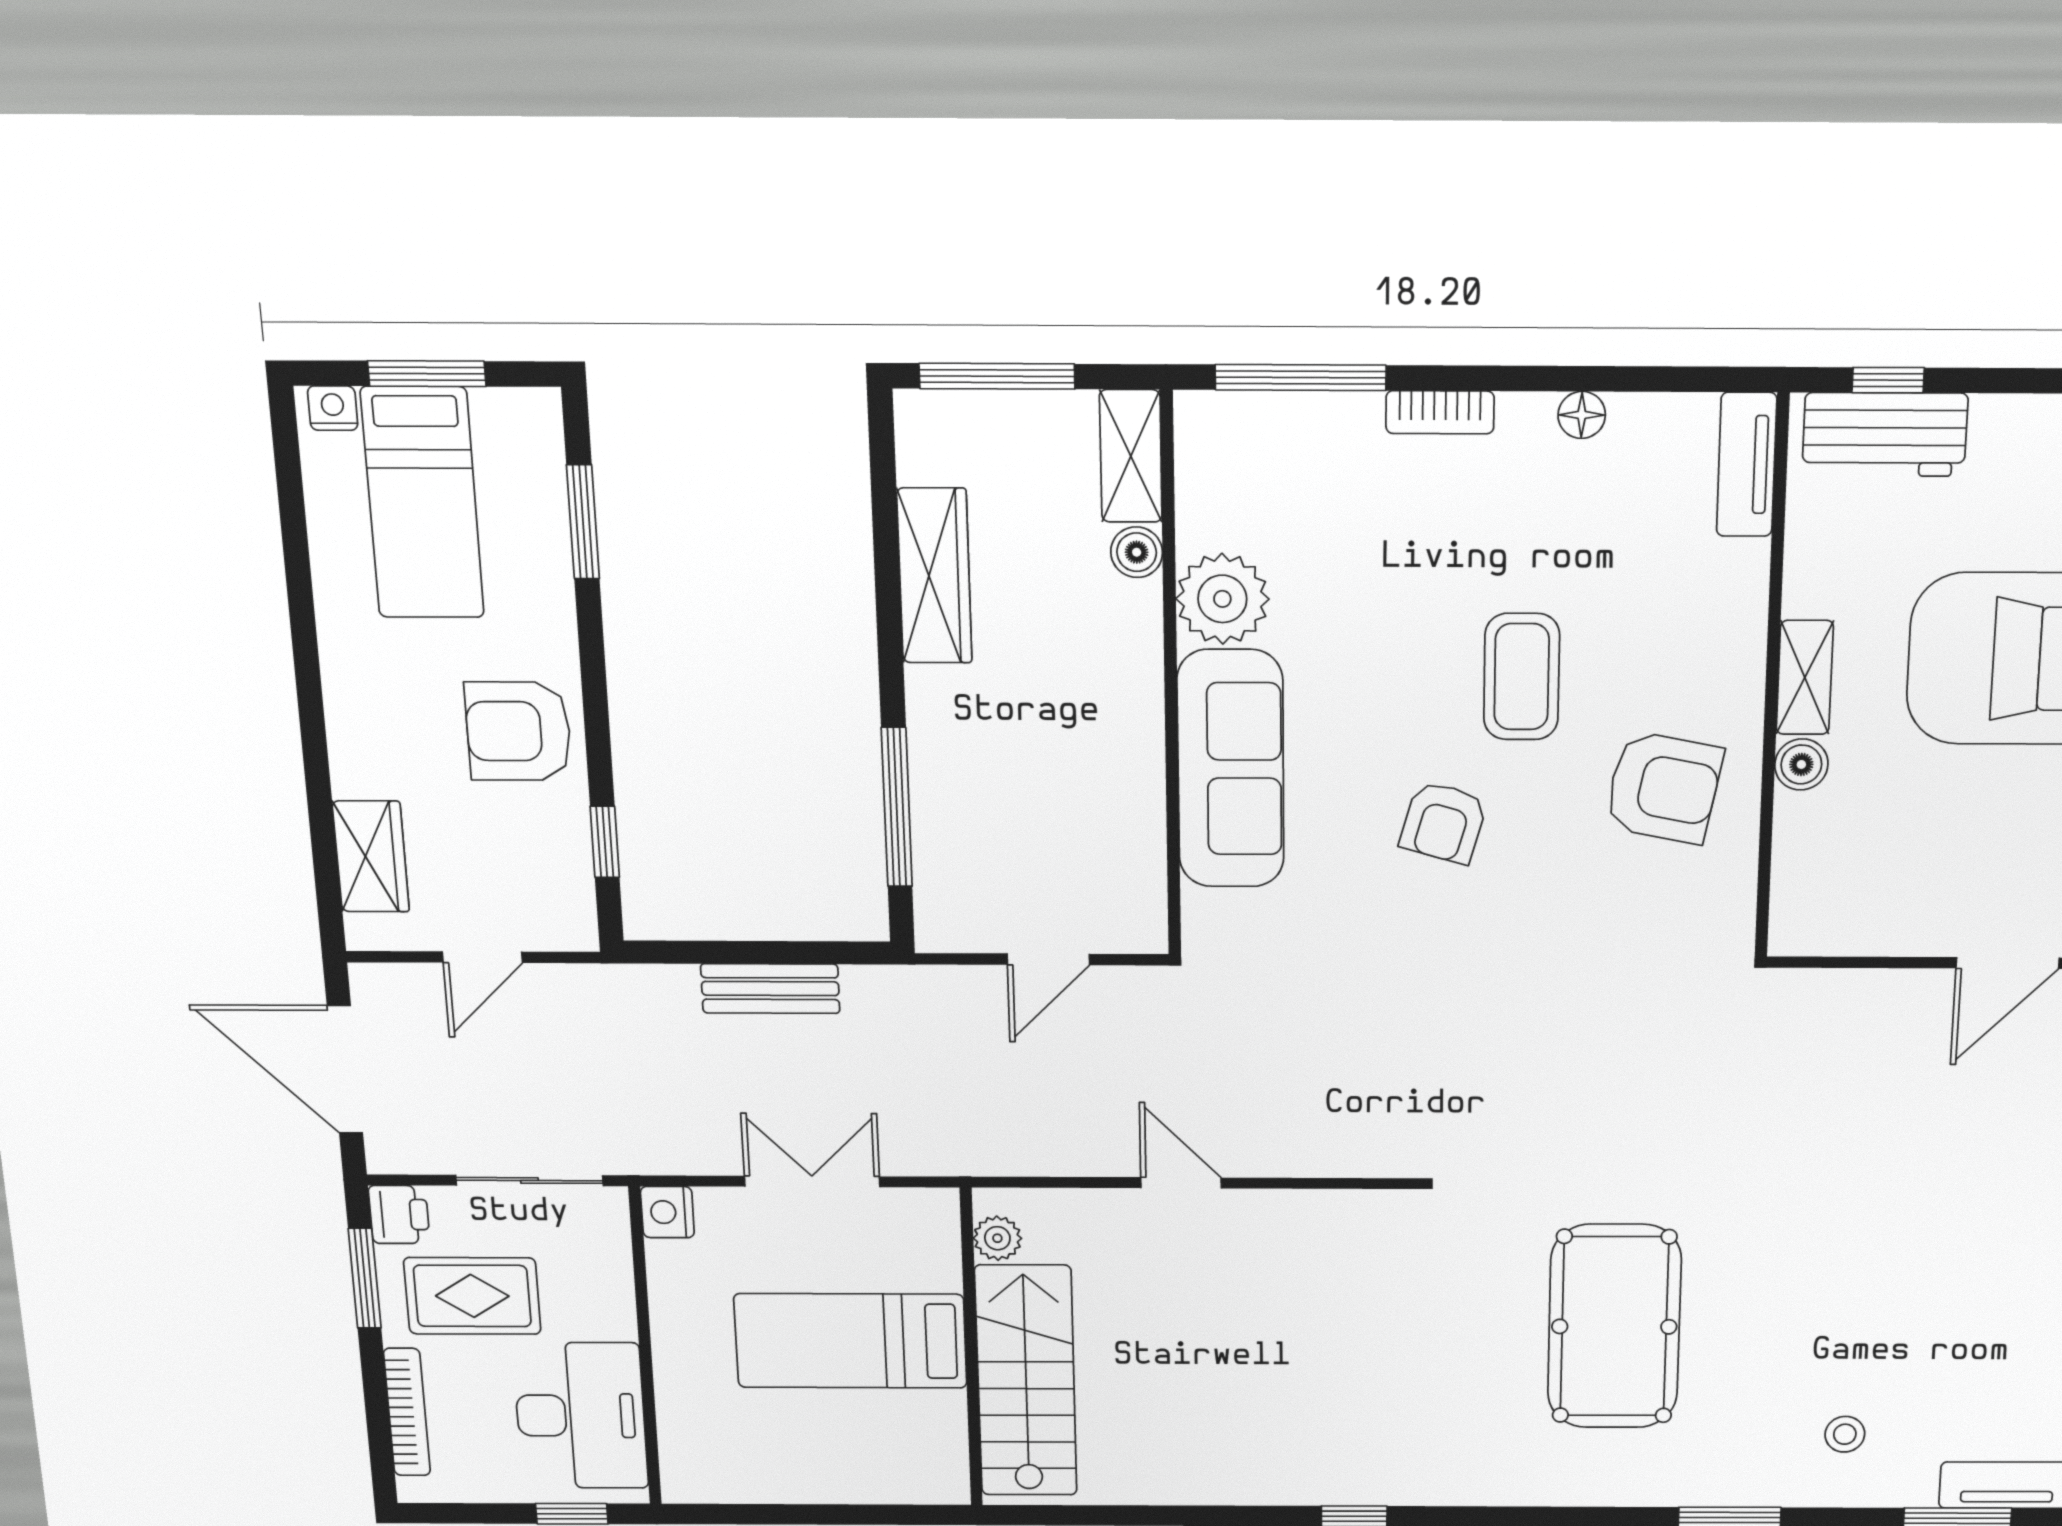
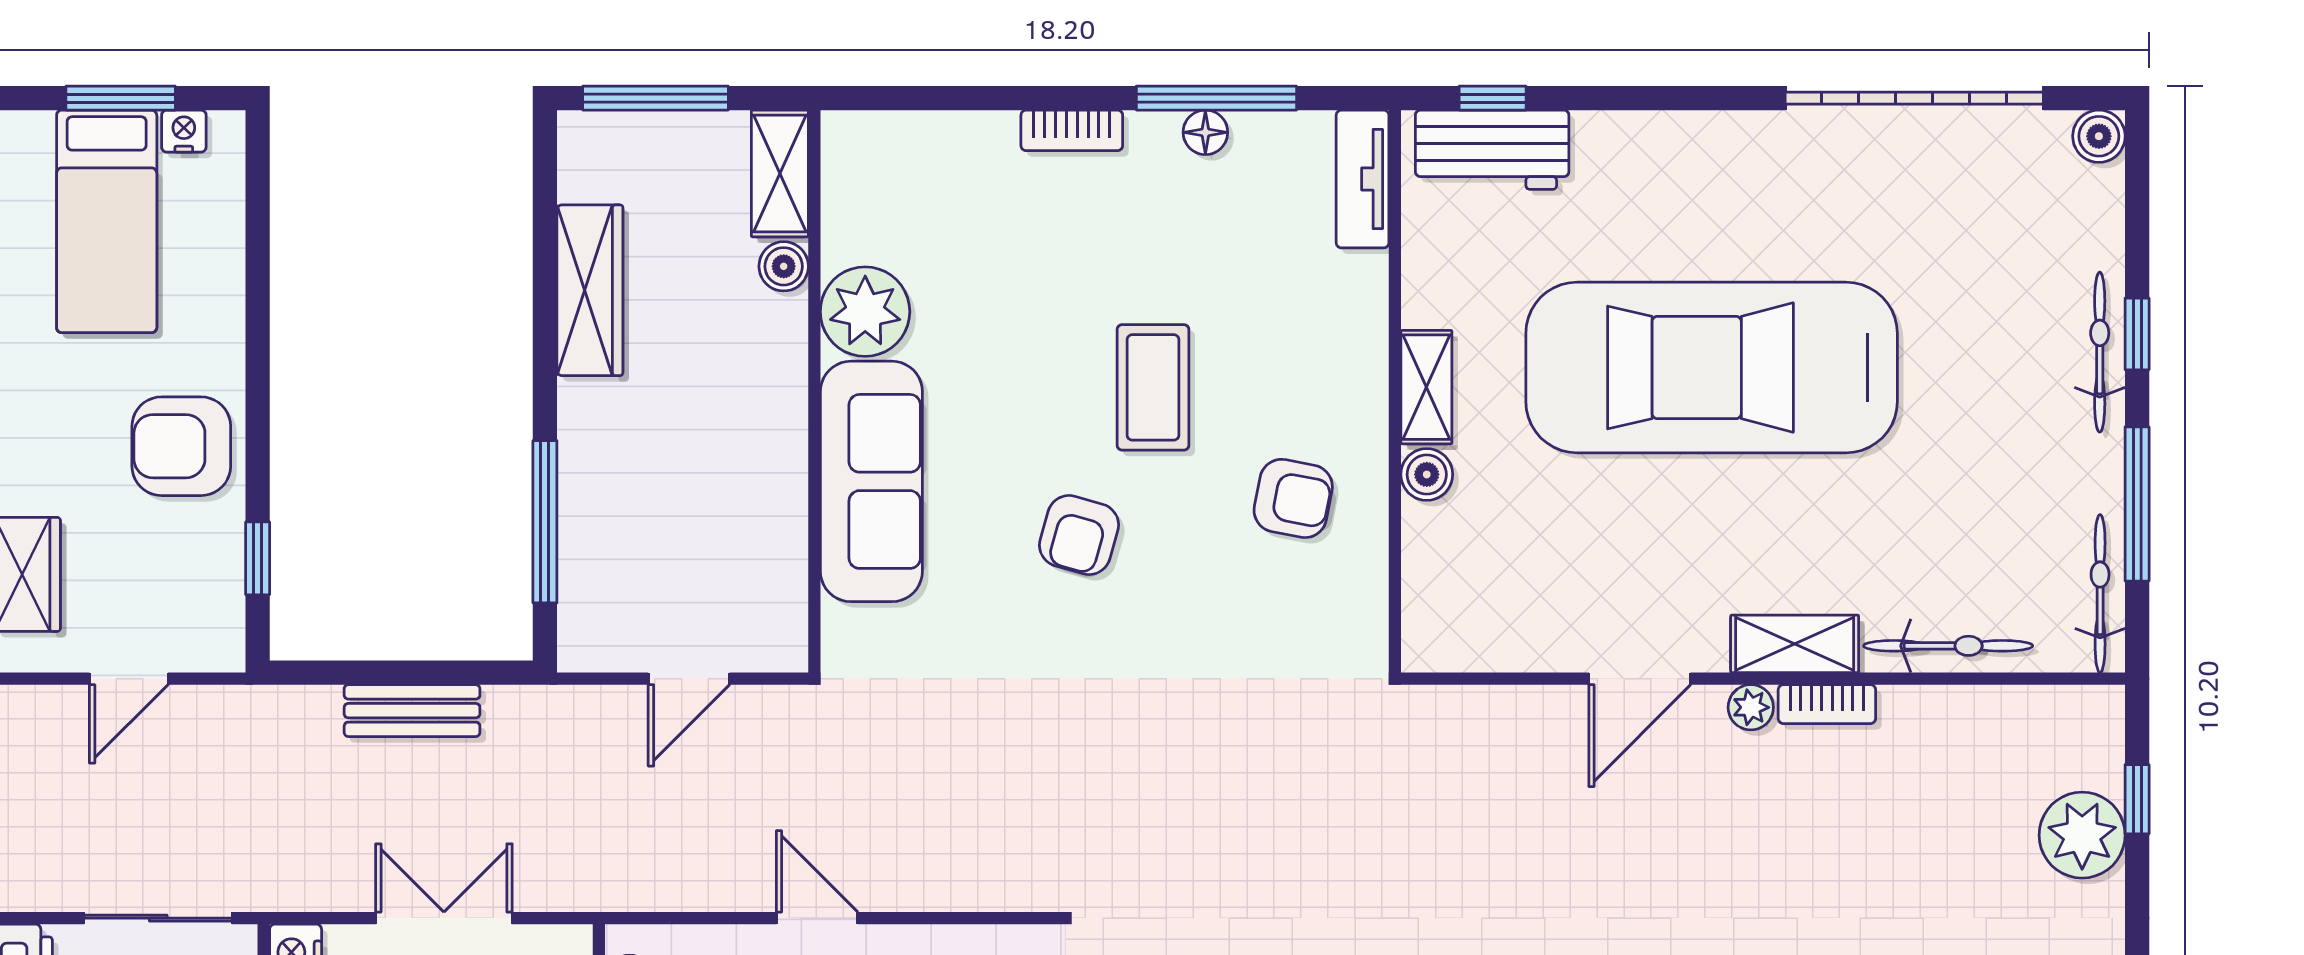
window: (1301, 378) -> (1216, 98), moved
nightstand: (333, 408) -> (184, 131), moved
window: (583, 522) -> (258, 239), removed
armchair: (1663, 788) -> (1293, 498), width x0.72, depth x0.72

